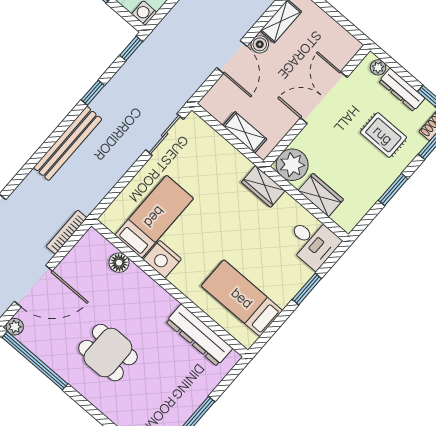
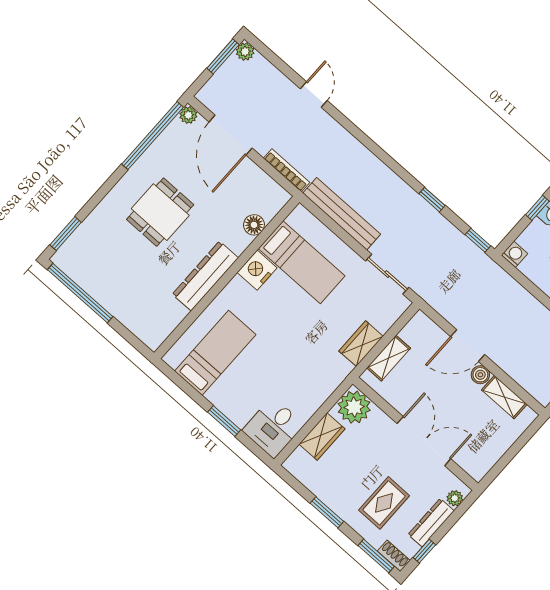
bench: (68, 143) -> (342, 214), moved
wardrobe: (263, 186) -> (361, 344), moved
dresser: (199, 335) -> (205, 276), moved

